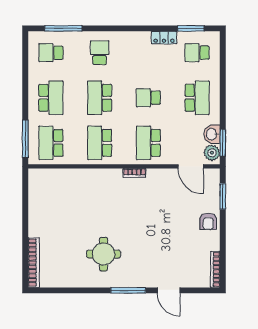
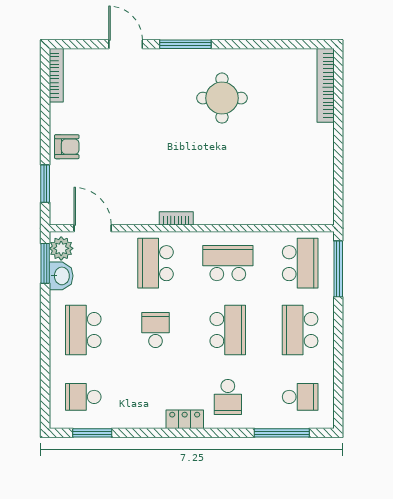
locker: (164, 38) -> (185, 419), moved
school desk: (197, 53) -> (83, 397), turned 180
school desk: (148, 98) -> (156, 330), turned -90
school desk: (100, 143) -> (228, 263), turned -90
school desk: (148, 143) -> (156, 263), turned 180
armchair: (208, 221) -> (67, 147), turned 90

